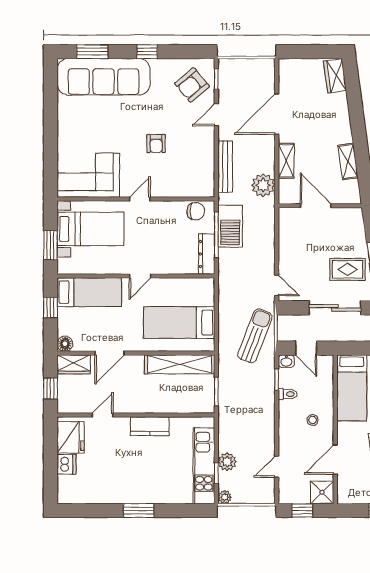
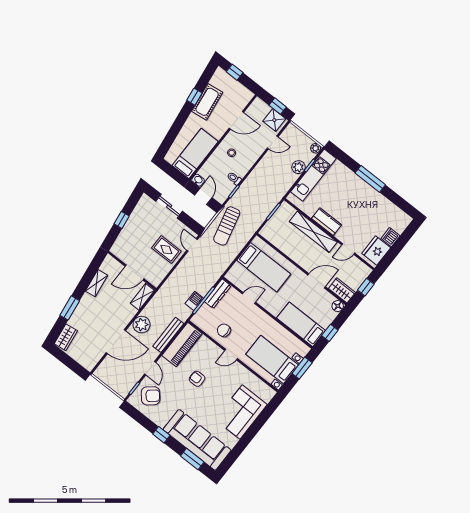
window: (356, 111) -> (70, 308), added
door: (216, 115) -> (150, 368), hinge flipped
armchair: (156, 143) -> (197, 379), turned -90
shelving: (286, 161) -> (142, 297), moved
piano: (202, 168) -> (182, 345), added
corner sofa: (88, 175) -> (241, 412), moved, turned 90
plant: (263, 185) -> (142, 325), moved
door: (316, 206) -> (134, 272), hinge flipped
chair: (196, 211) -> (224, 330), moved
barbecue: (230, 226) -> (194, 301), width x0.53, depth x0.65
rug: (348, 269) -> (166, 250), moved
door: (140, 276) -> (249, 298), moved
sliding door: (335, 308) -> (169, 206), width x0.73
sun lounger: (255, 336) -> (227, 226), turned -35
washbasin: (286, 361) -> (198, 180), moved
shelving: (180, 364) -> (313, 232), moved
shower: (322, 492) -> (274, 120), moved
window: (139, 511) -> (370, 179), width x1.44

